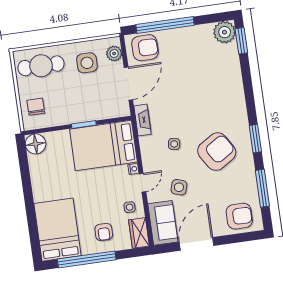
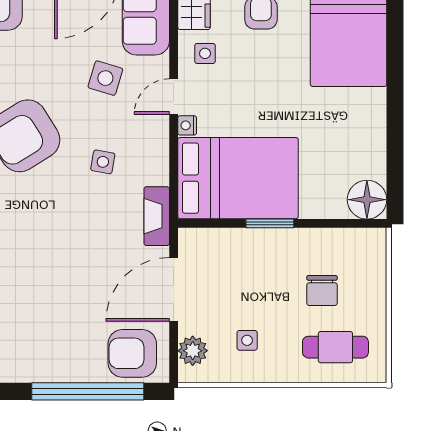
side table: (87, 63) -> (247, 340), width x0.54, depth x0.54
cafe table: (41, 66) -> (335, 347), width x0.73, depth x0.74
chair: (36, 107) -> (322, 291), moved

